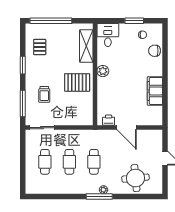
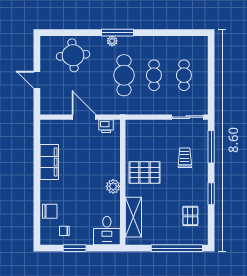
cafe table: (94, 162) -> (124, 75), width x1.37, depth x1.35

